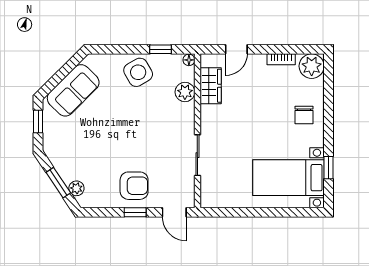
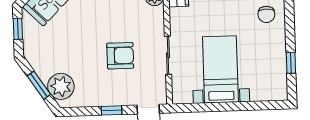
bed with nightstands: (288, 178) -> (220, 69), moved, turned 90
armchair: (134, 186) -> (120, 56), moved
plant: (76, 188) -> (61, 86), width x1.87, depth x1.87

